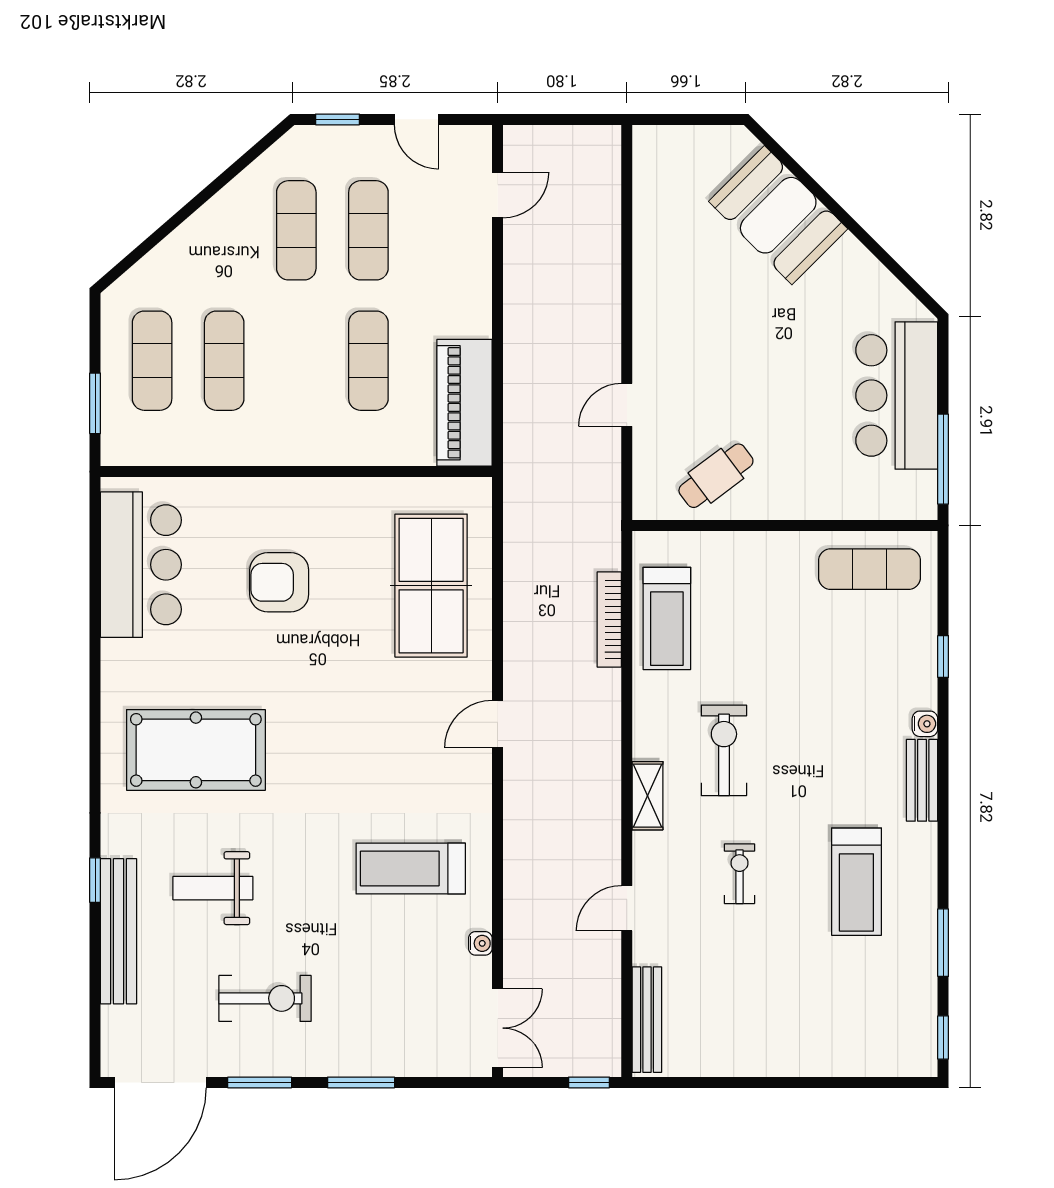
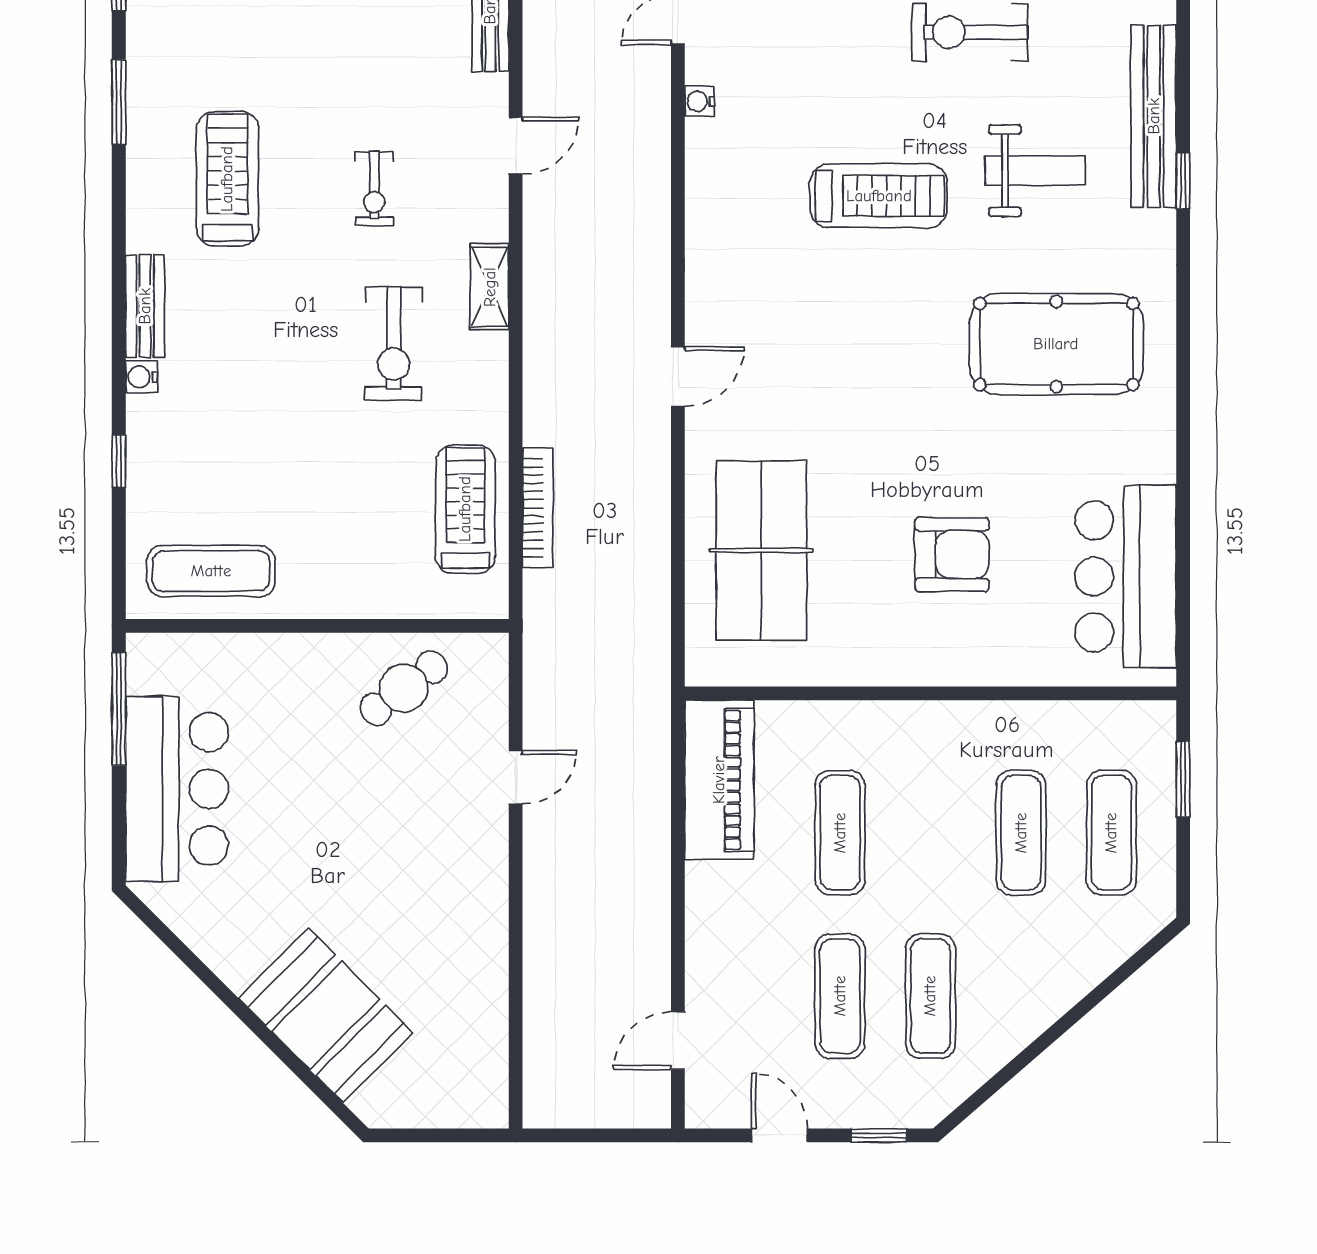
treadmill: (411, 869) -> (879, 196), moved

